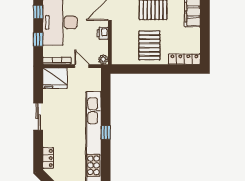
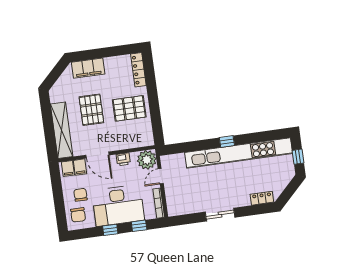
plant: (103, 59) -> (147, 160), width x1.87, depth x1.87
fridge: (55, 78) -> (177, 203), removed

